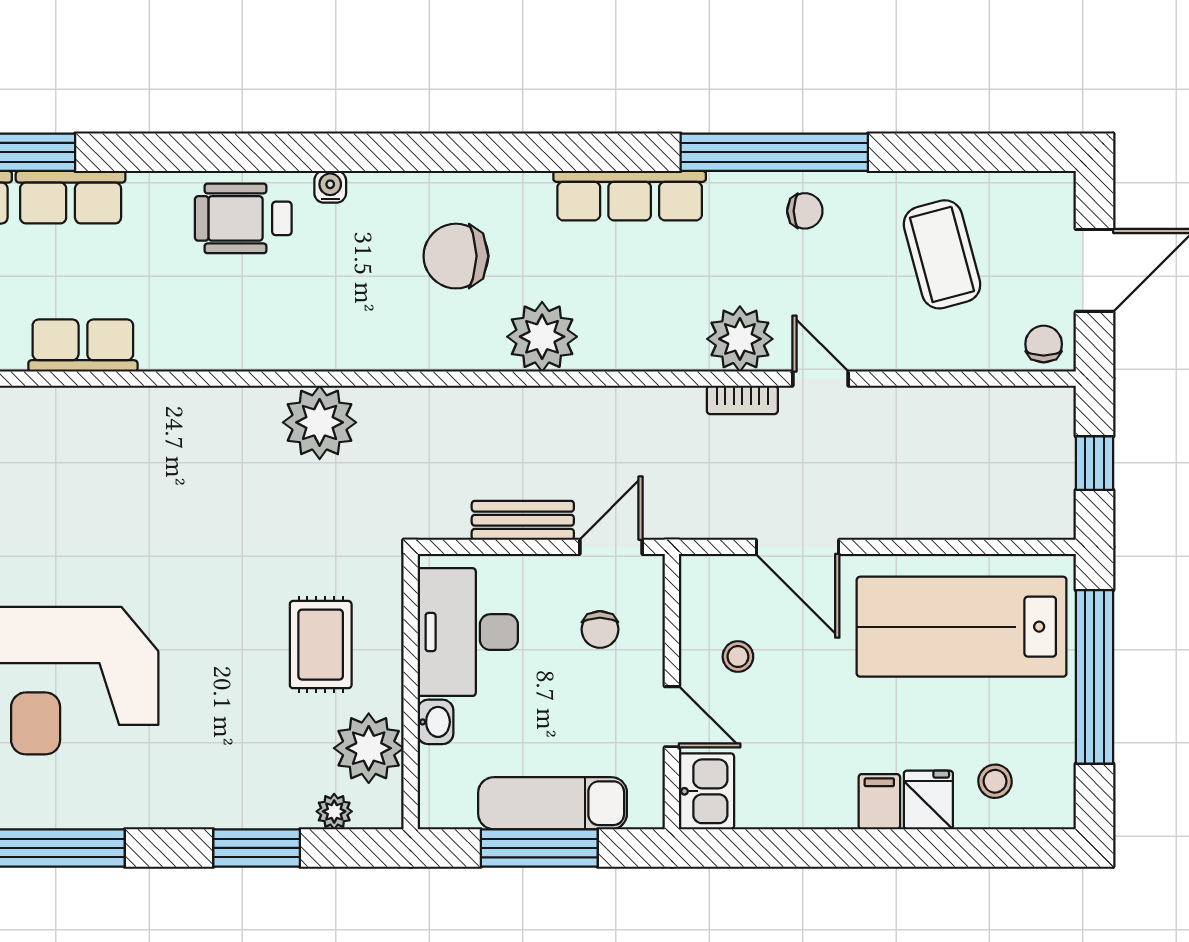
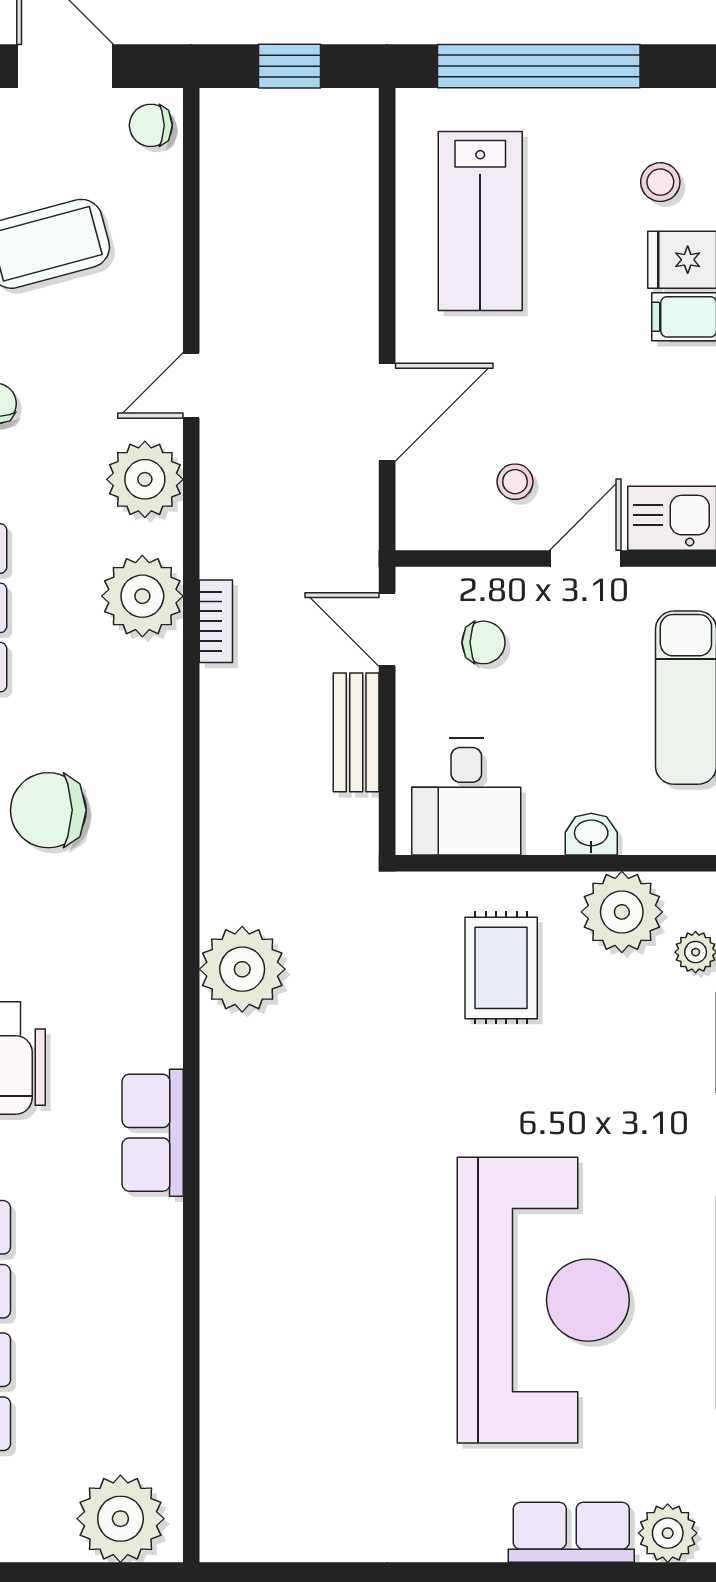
chair: (456, 256) -> (48, 810), turned 90
plant: (542, 337) -> (142, 596), moved
row of seats: (83, 346) -> (153, 1133), moved
bookcase: (742, 400) -> (216, 621), moved
lab bench: (962, 627) -> (480, 221), width x0.73, depth x0.72
desk: (468, 632) -> (466, 796), width x0.73
rug: (321, 645) -> (501, 968), turned 90

